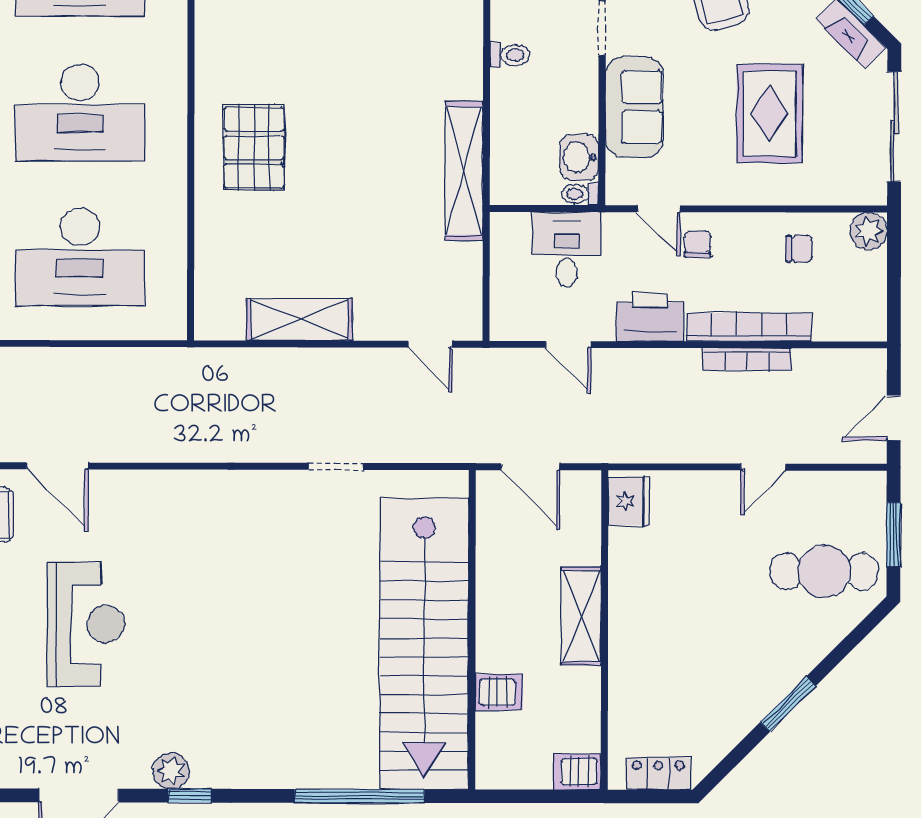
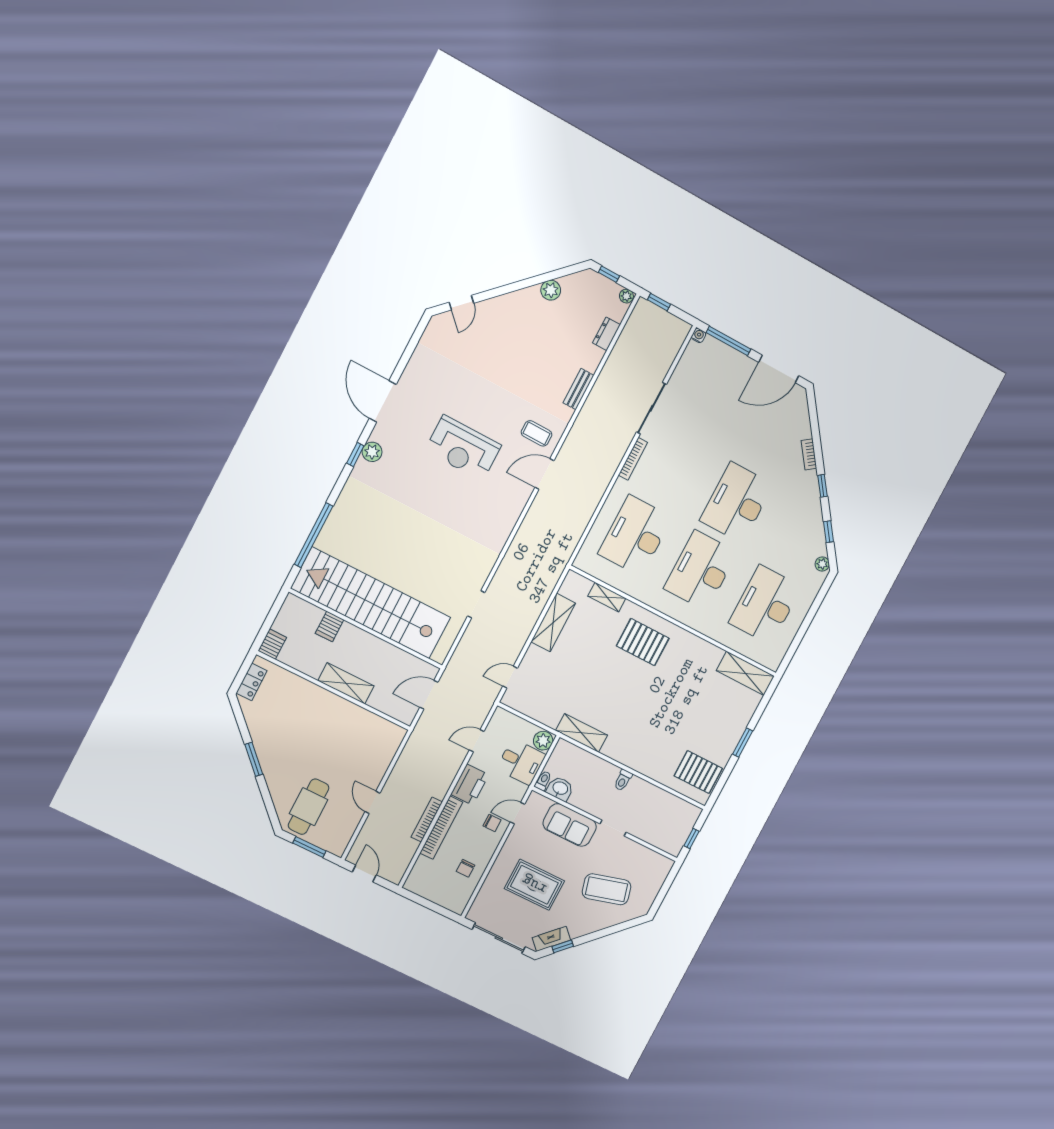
shelving: (464, 171) -> (582, 733), width x0.68
plant: (869, 231) -> (543, 741), moved
shelving: (209, 250) -> (607, 597), added
fridge: (629, 501) -> (389, 732), removed

